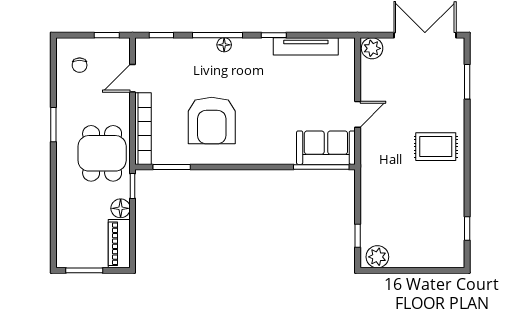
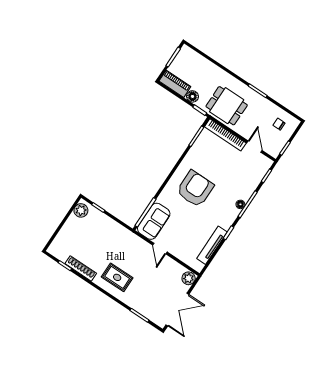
armchair: (212, 120) -> (195, 189), moved, turned 90
rug: (436, 147) -> (117, 277), turned 90
shoe rack: (457, 204) -> (81, 268), added

